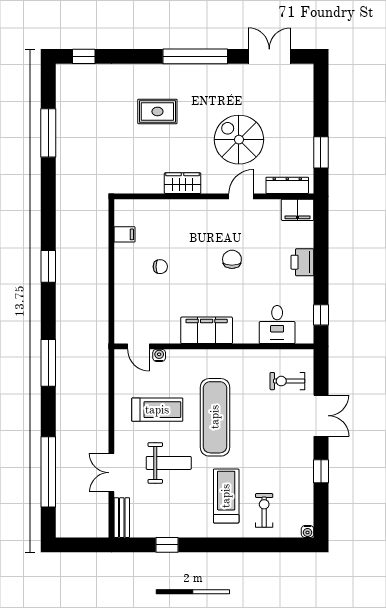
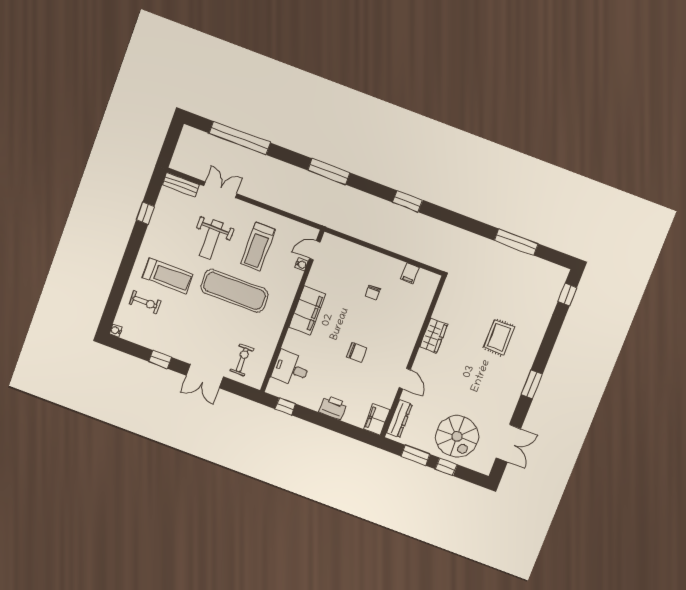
window: (195, 56) -> (532, 384), width x0.47
window: (321, 114) -> (446, 467), added
spiral stairs: (239, 140) -> (457, 436), moved, turned 90

